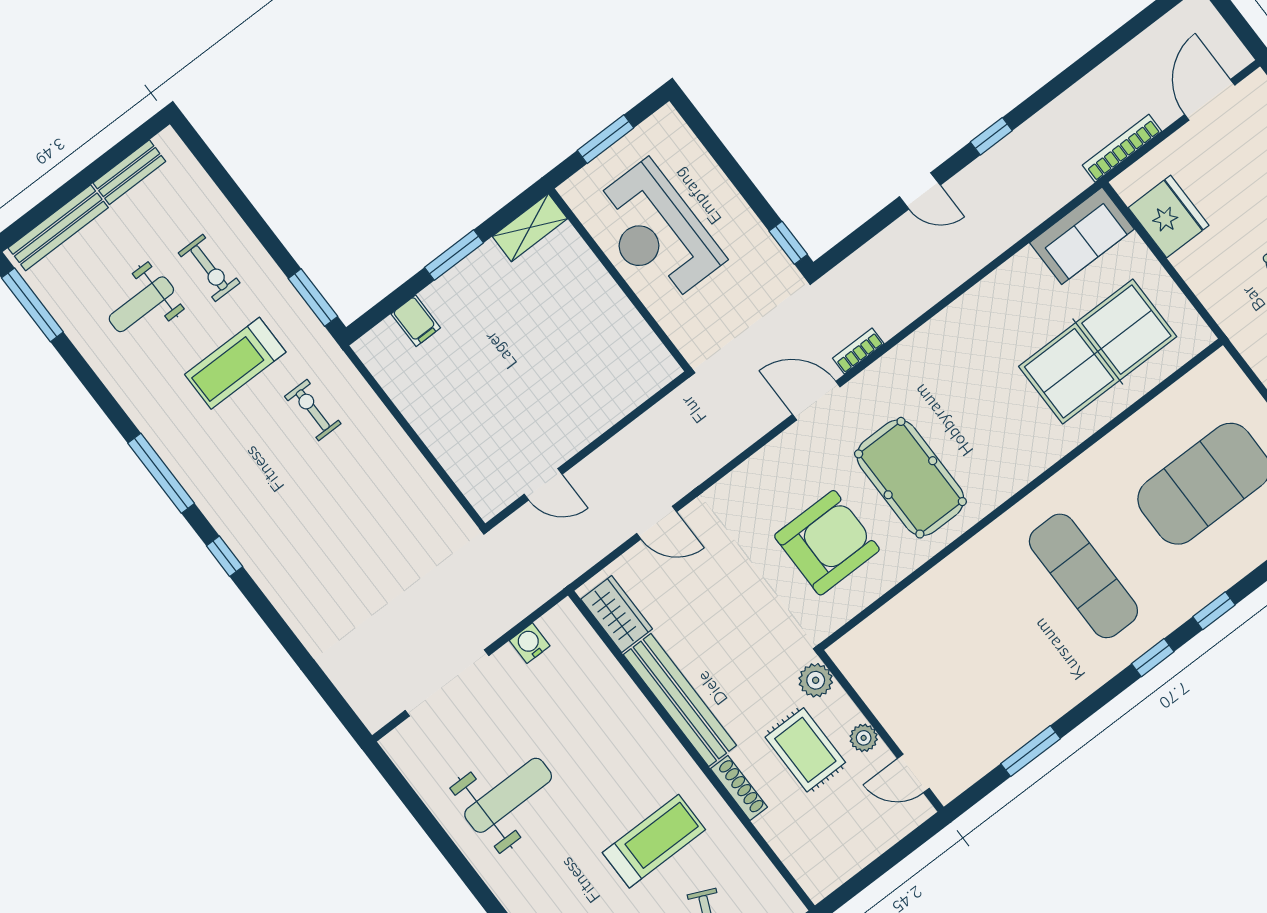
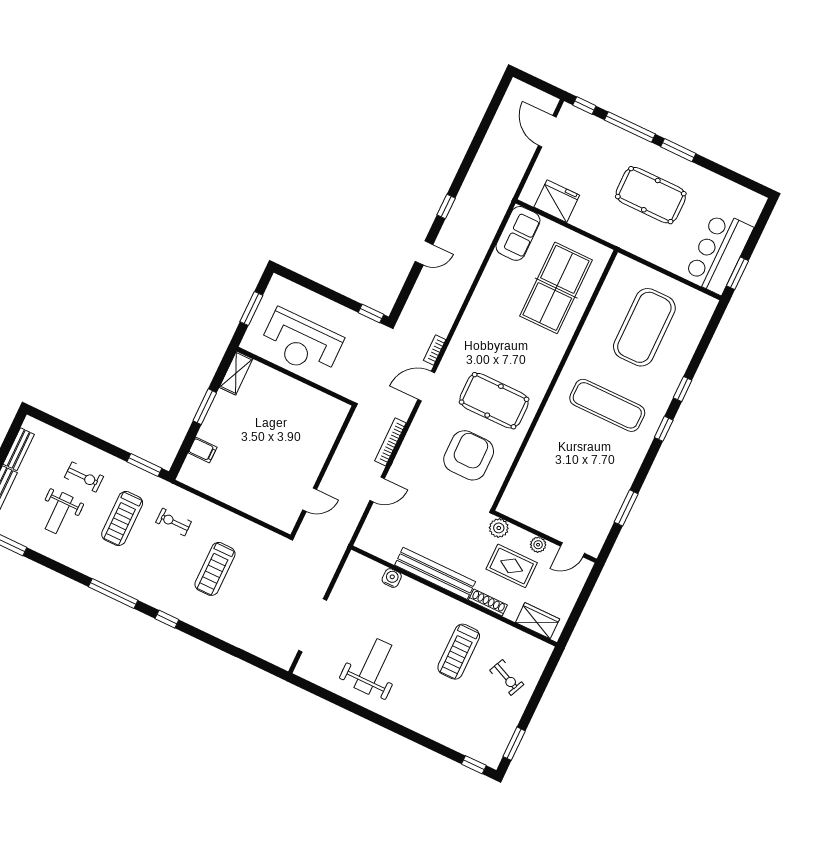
bookcase: (1122, 148) -> (390, 442), moved
treadmill: (340, 517) -> (215, 569), added
wardrobe: (617, 614) -> (537, 621), moved
water cooler: (530, 643) -> (392, 578), moved, turned 90
treadmill: (654, 841) -> (459, 652), turned 180

